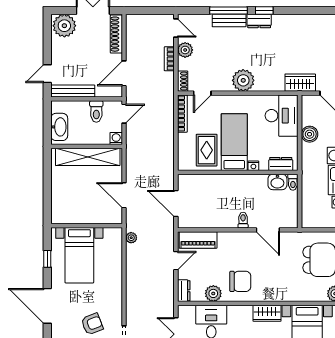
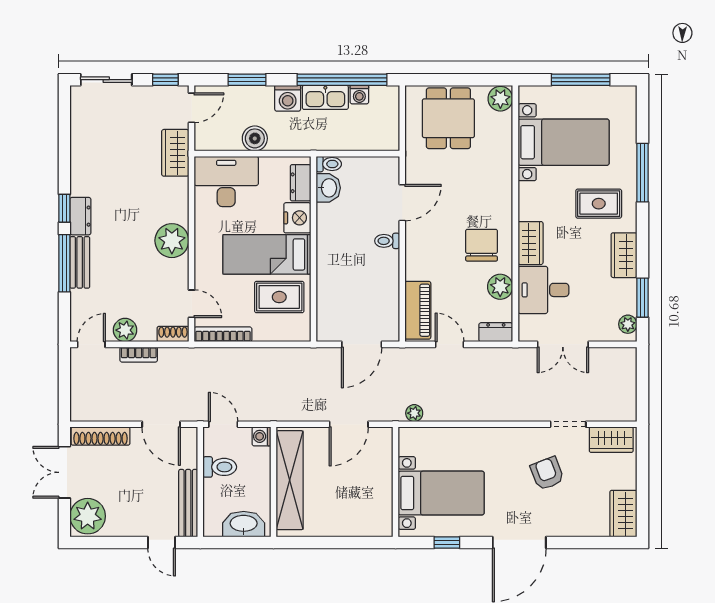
nightstand: (253, 166) -> (297, 218), width x1.89, depth x1.79
wardrobe: (267, 313) -> (531, 243), moved

